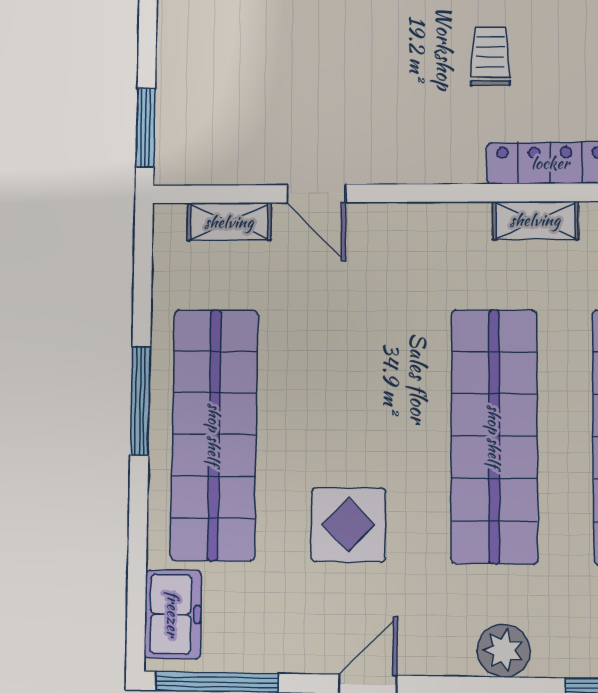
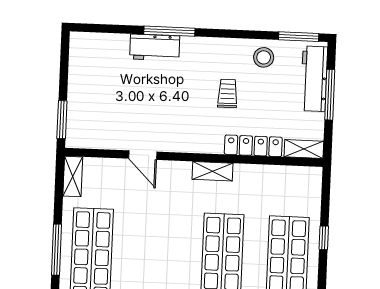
shelving: (535, 220) -> (213, 171), moved
shelving: (229, 222) -> (73, 176), moved, turned 90

